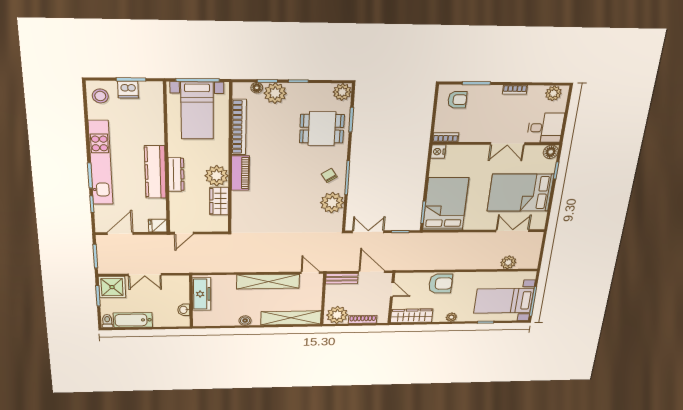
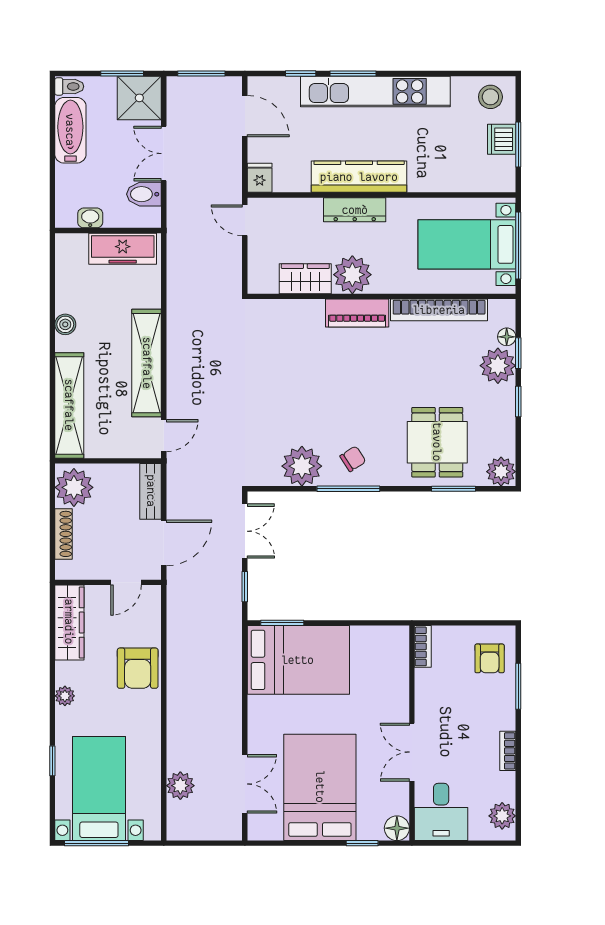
nightstand: (438, 152) -> (397, 637), removed
bidet: (169, 284) -> (144, 194), added

